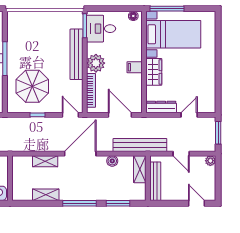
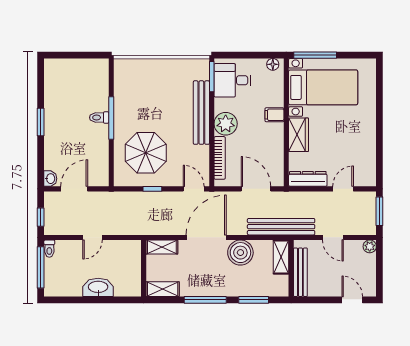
filing cabinet: (135, 67) -> (274, 115), moved
boiler: (112, 161) -> (240, 253), width x1.86, depth x1.86
wall: (10, 178) -> (144, 268), moved

